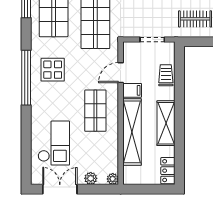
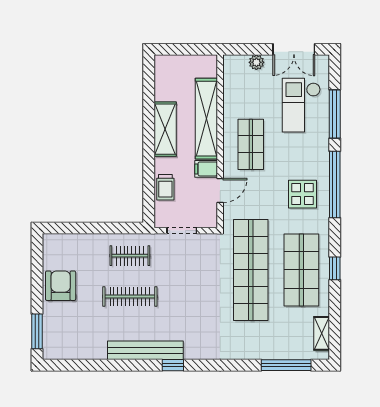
window: (26, 136) -> (335, 114), added
locker: (168, 171) -> (163, 72), removed
plant: (113, 179) -> (230, 62), removed

